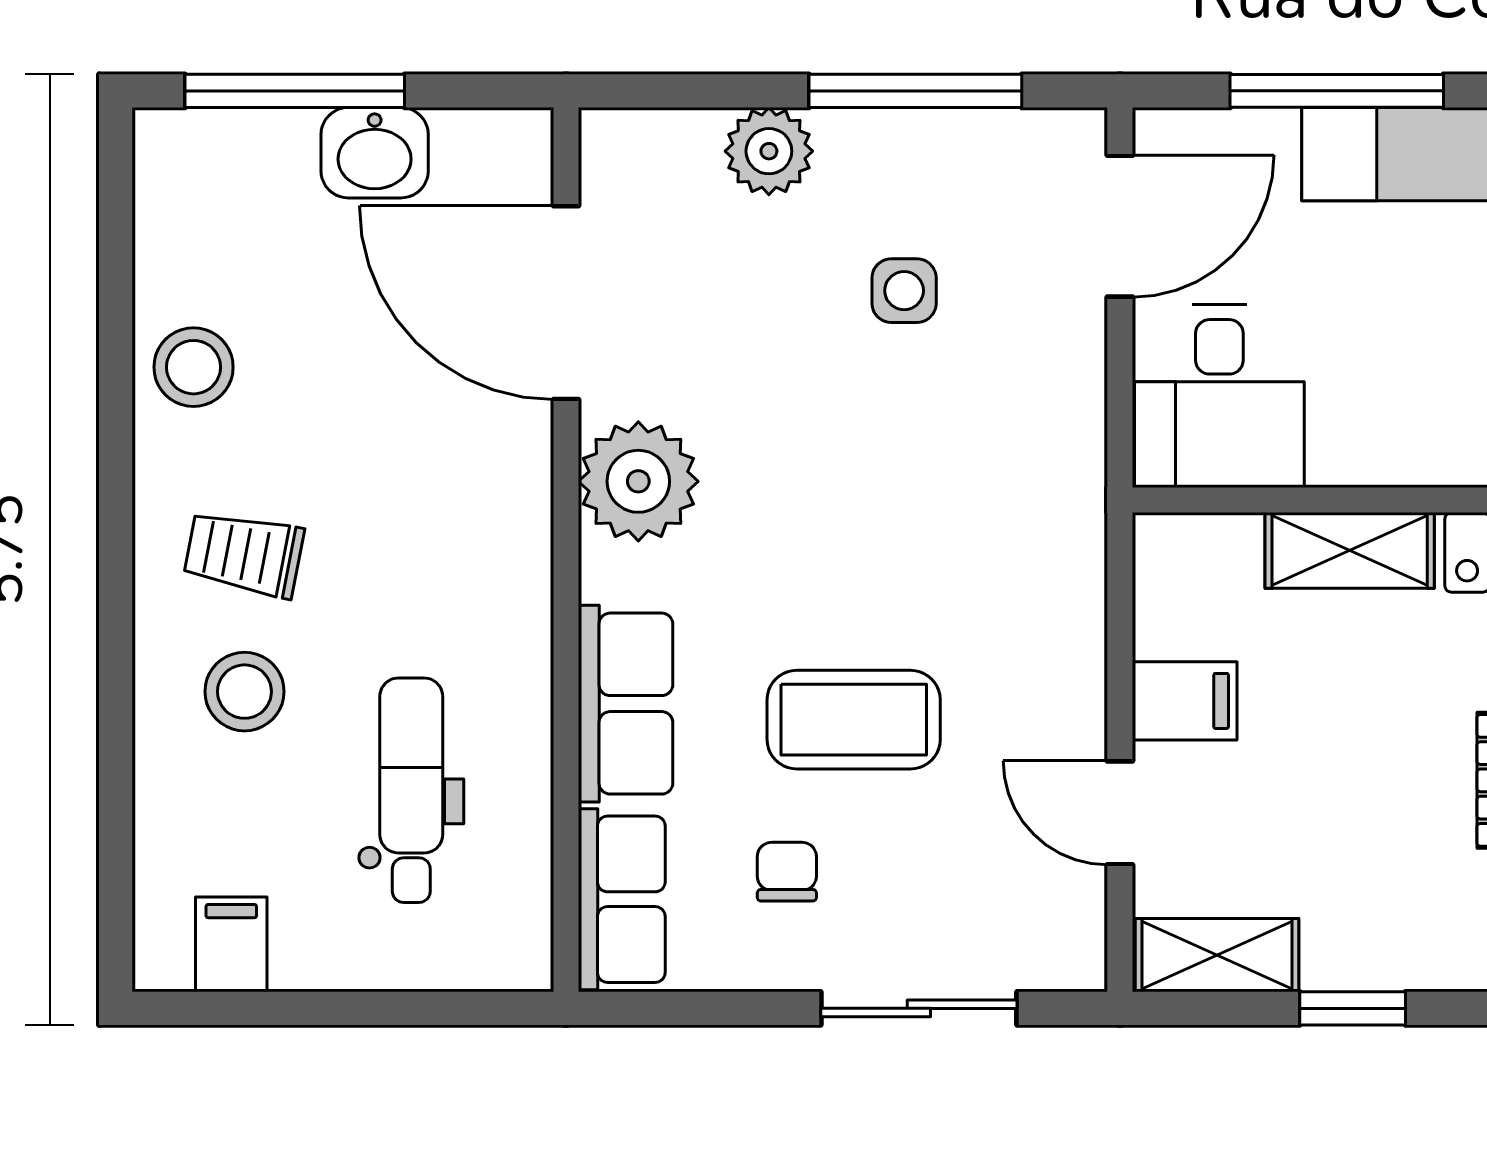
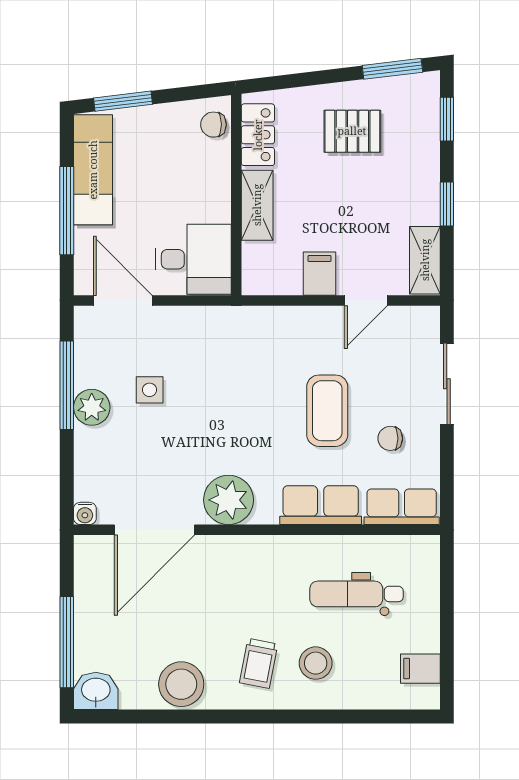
water cooler: (606, 135) -> (85, 513), added
plant: (769, 151) -> (92, 407), moved
washbasin: (375, 153) -> (96, 691), moved, turned -90
stool: (194, 367) -> (181, 684), width x1.38, depth x1.38

